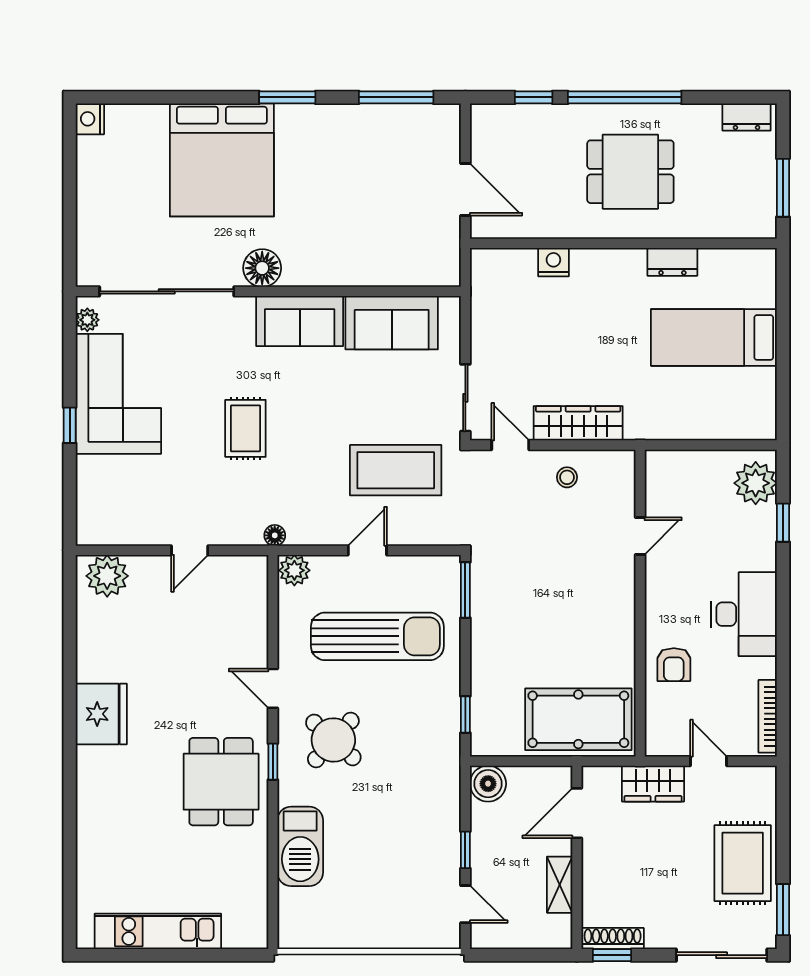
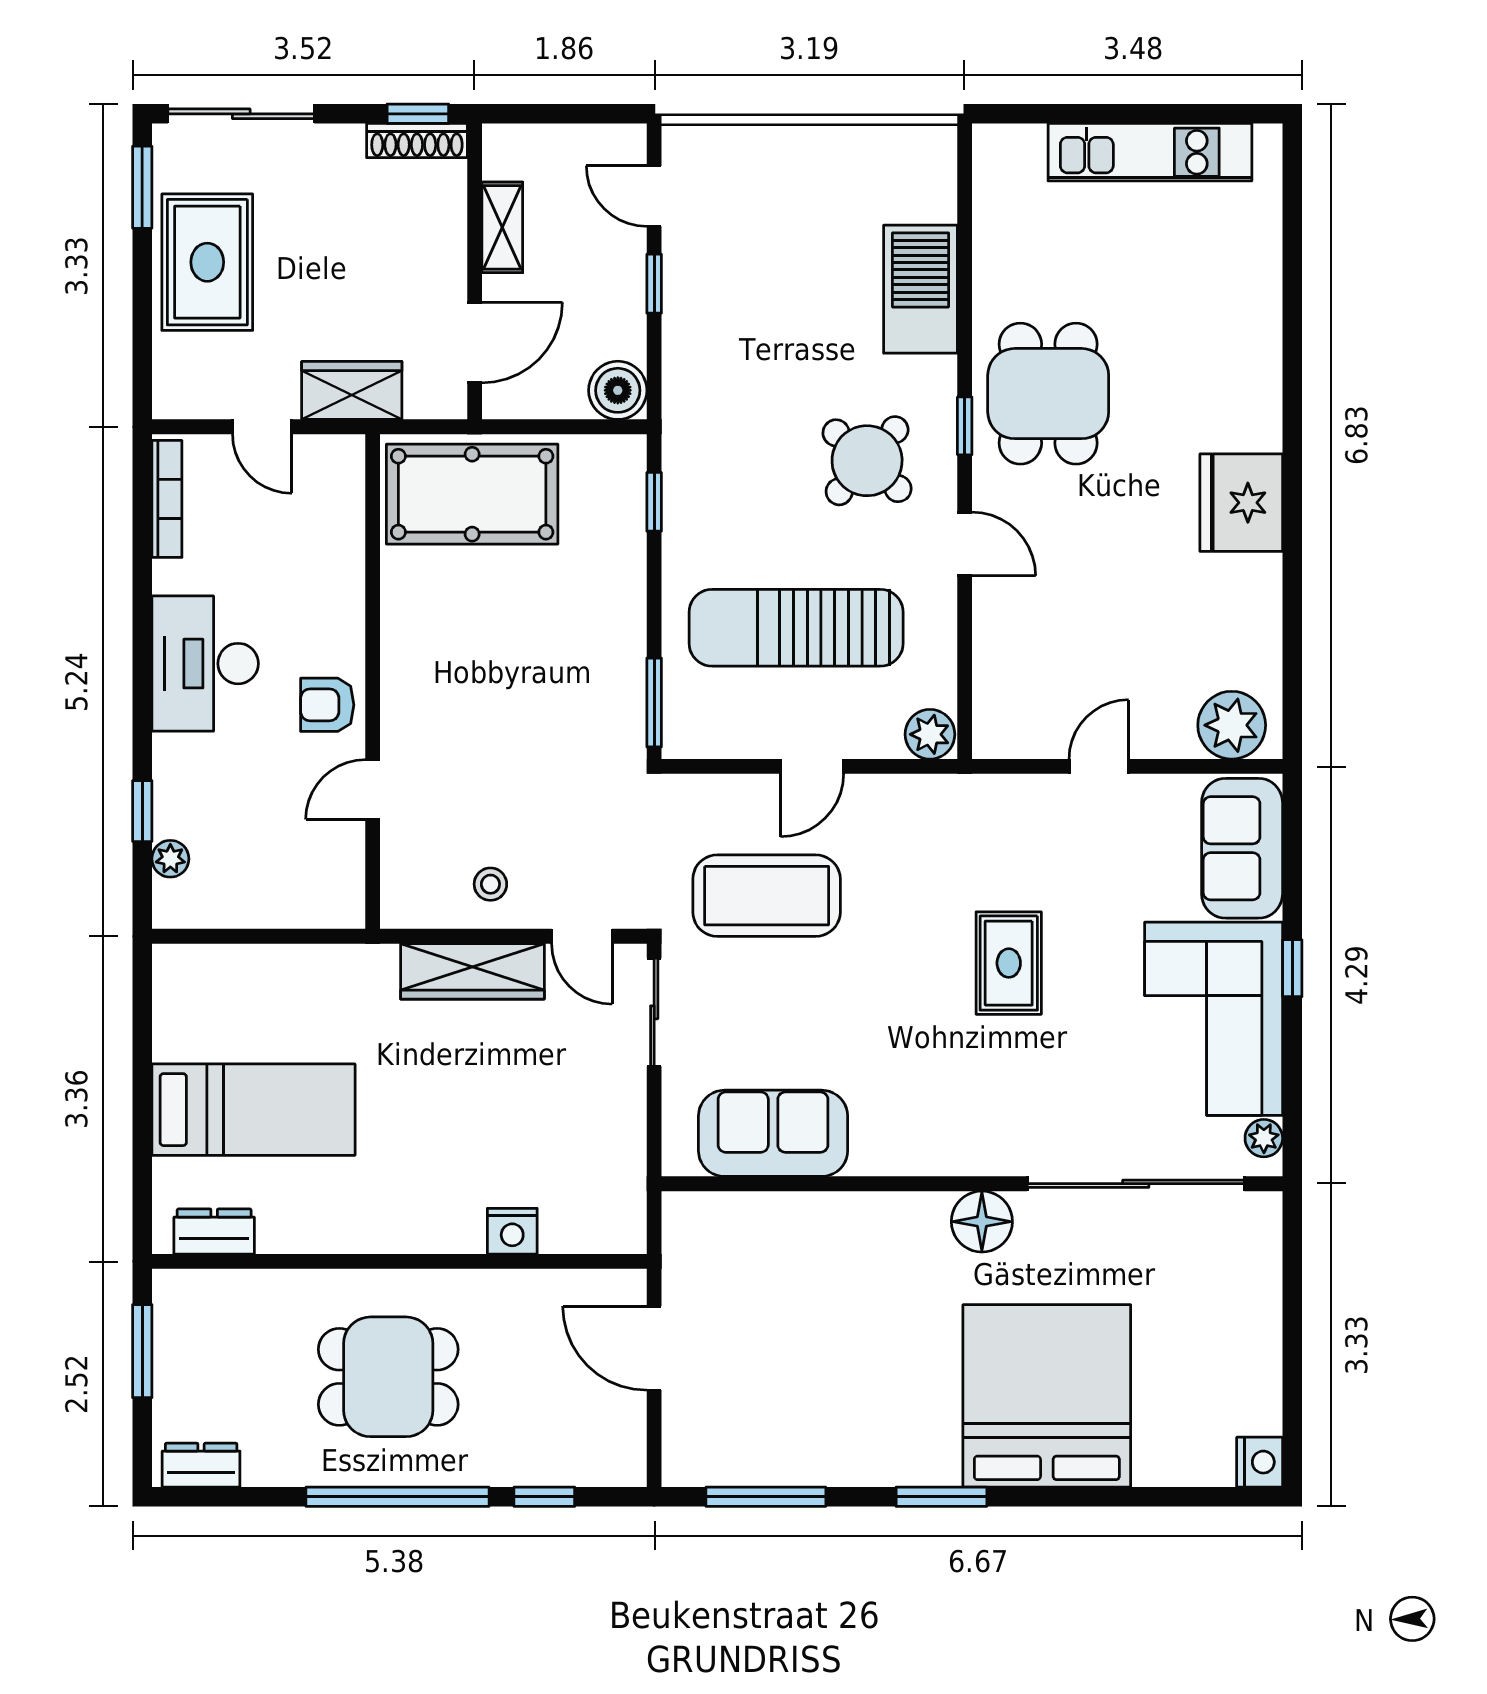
dresser: (672, 262) -> (214, 1232), moved
sofa: (300, 321) -> (1242, 848), moved, turned -90
plant: (756, 483) -> (170, 859), width x0.53, depth x0.53
floor lamp: (275, 535) -> (962, 791), removed
armchair: (674, 665) -> (327, 705), moved, turned -90

